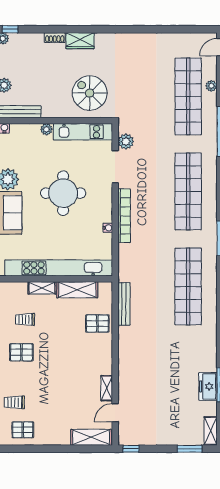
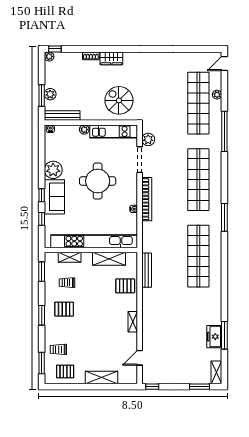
shelving: (42, 288) -> (70, 257), moved
shelving: (107, 388) -> (133, 322), moved
shelving: (91, 437) -> (102, 378), moved

